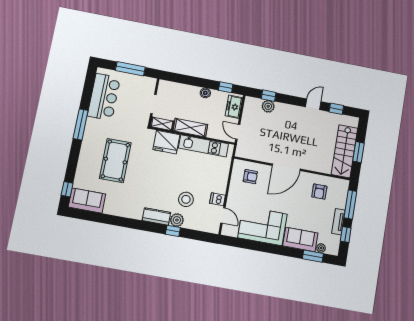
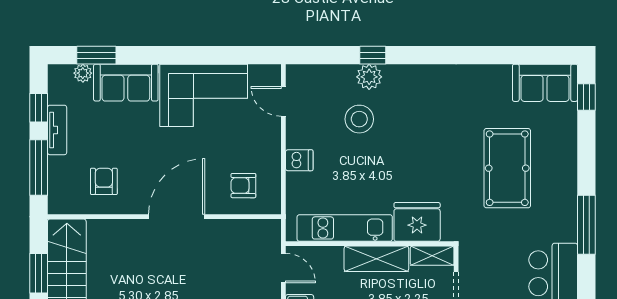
dishwasher: (217, 199) -> (299, 160), moved
kitchen counter: (156, 216) -> (409, 77), removed

